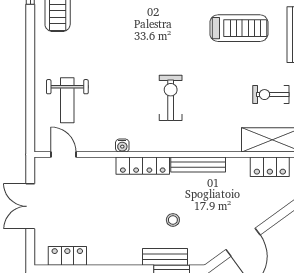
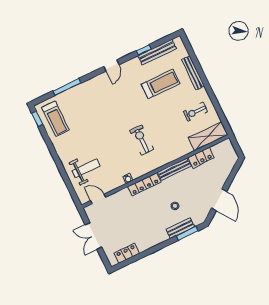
weight bench: (67, 100) -> (86, 168), turned -90
locker: (270, 167) -> (201, 158), moved

